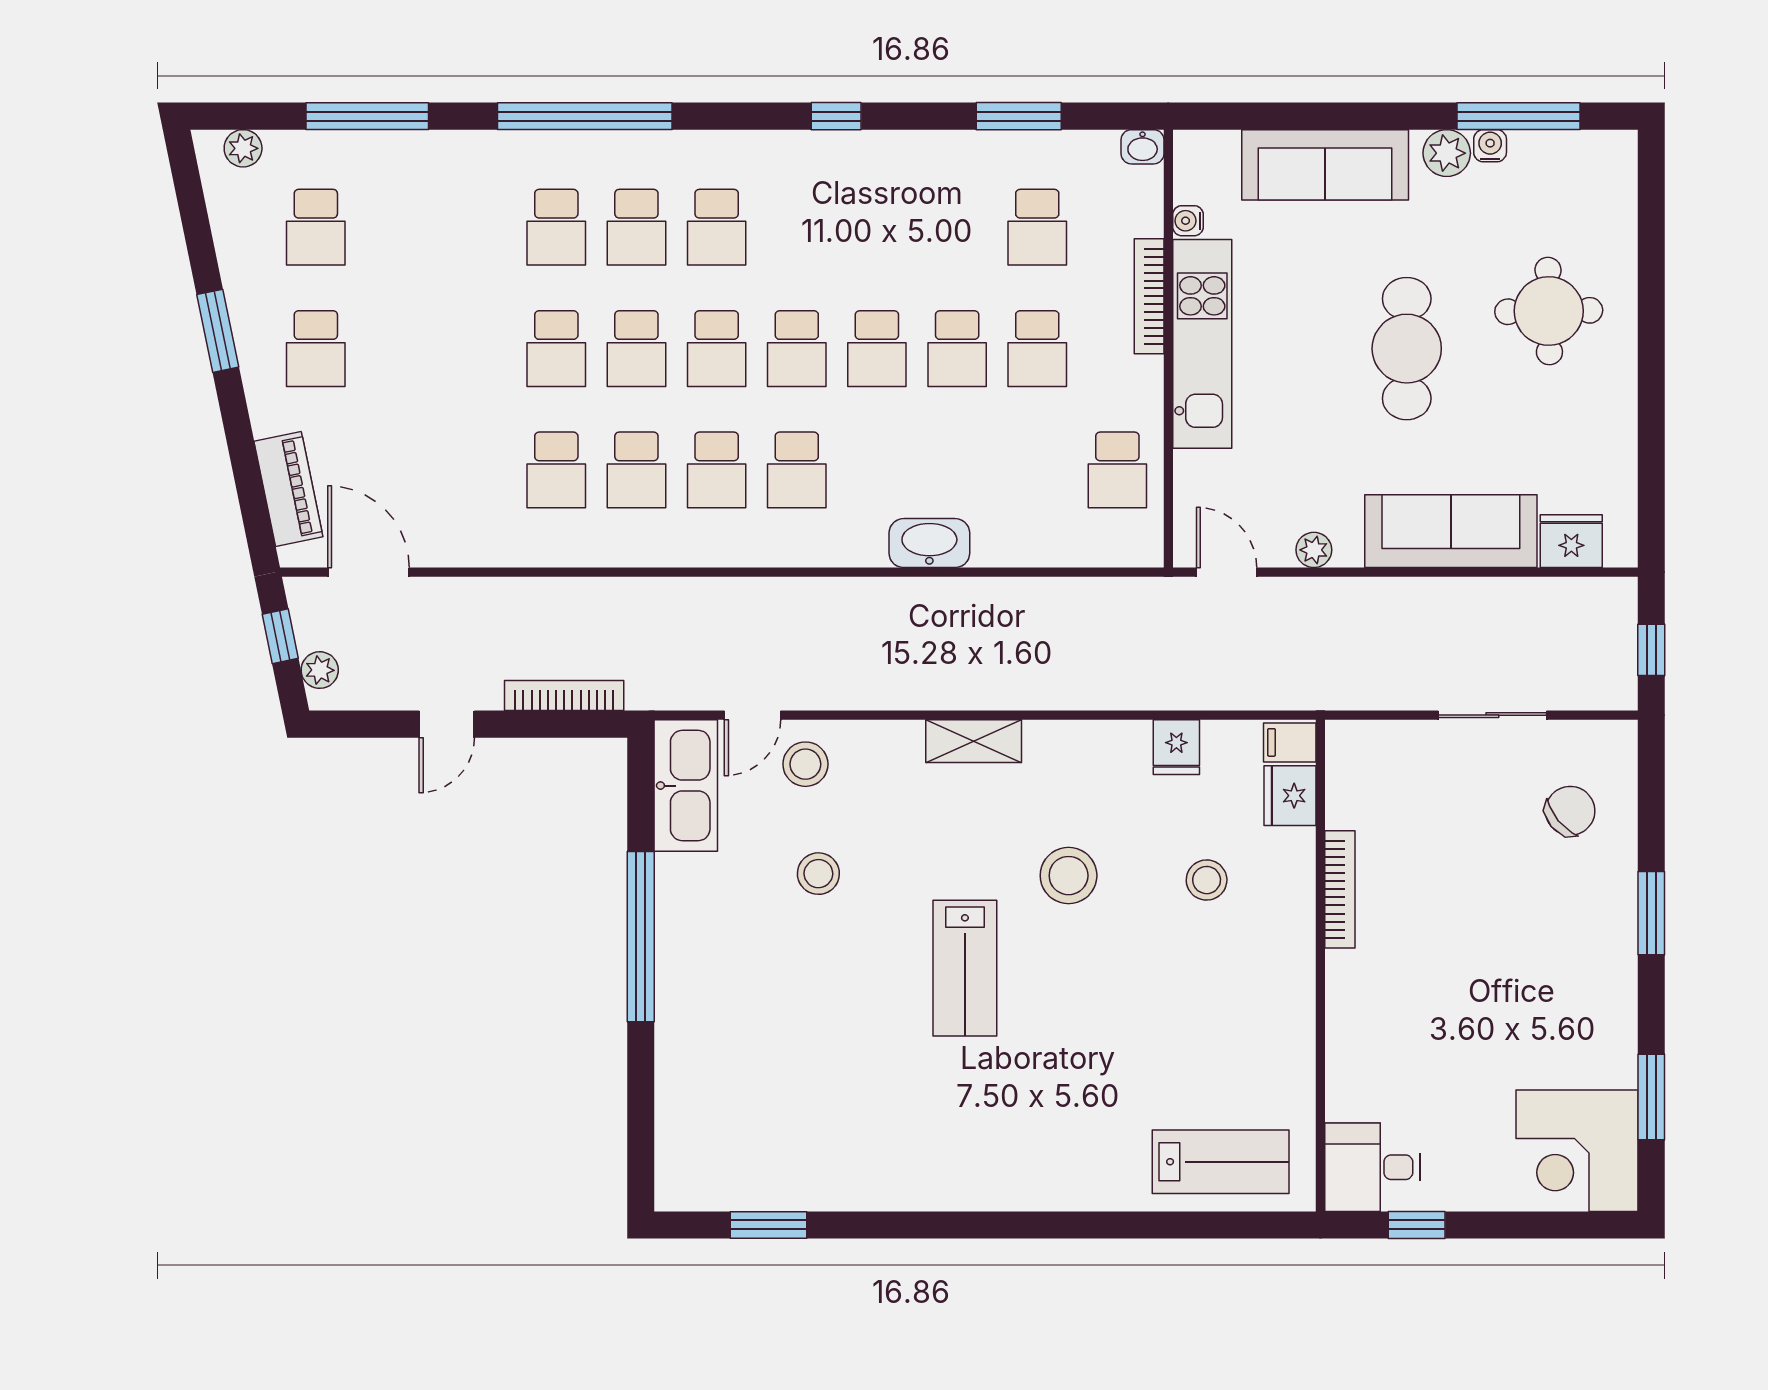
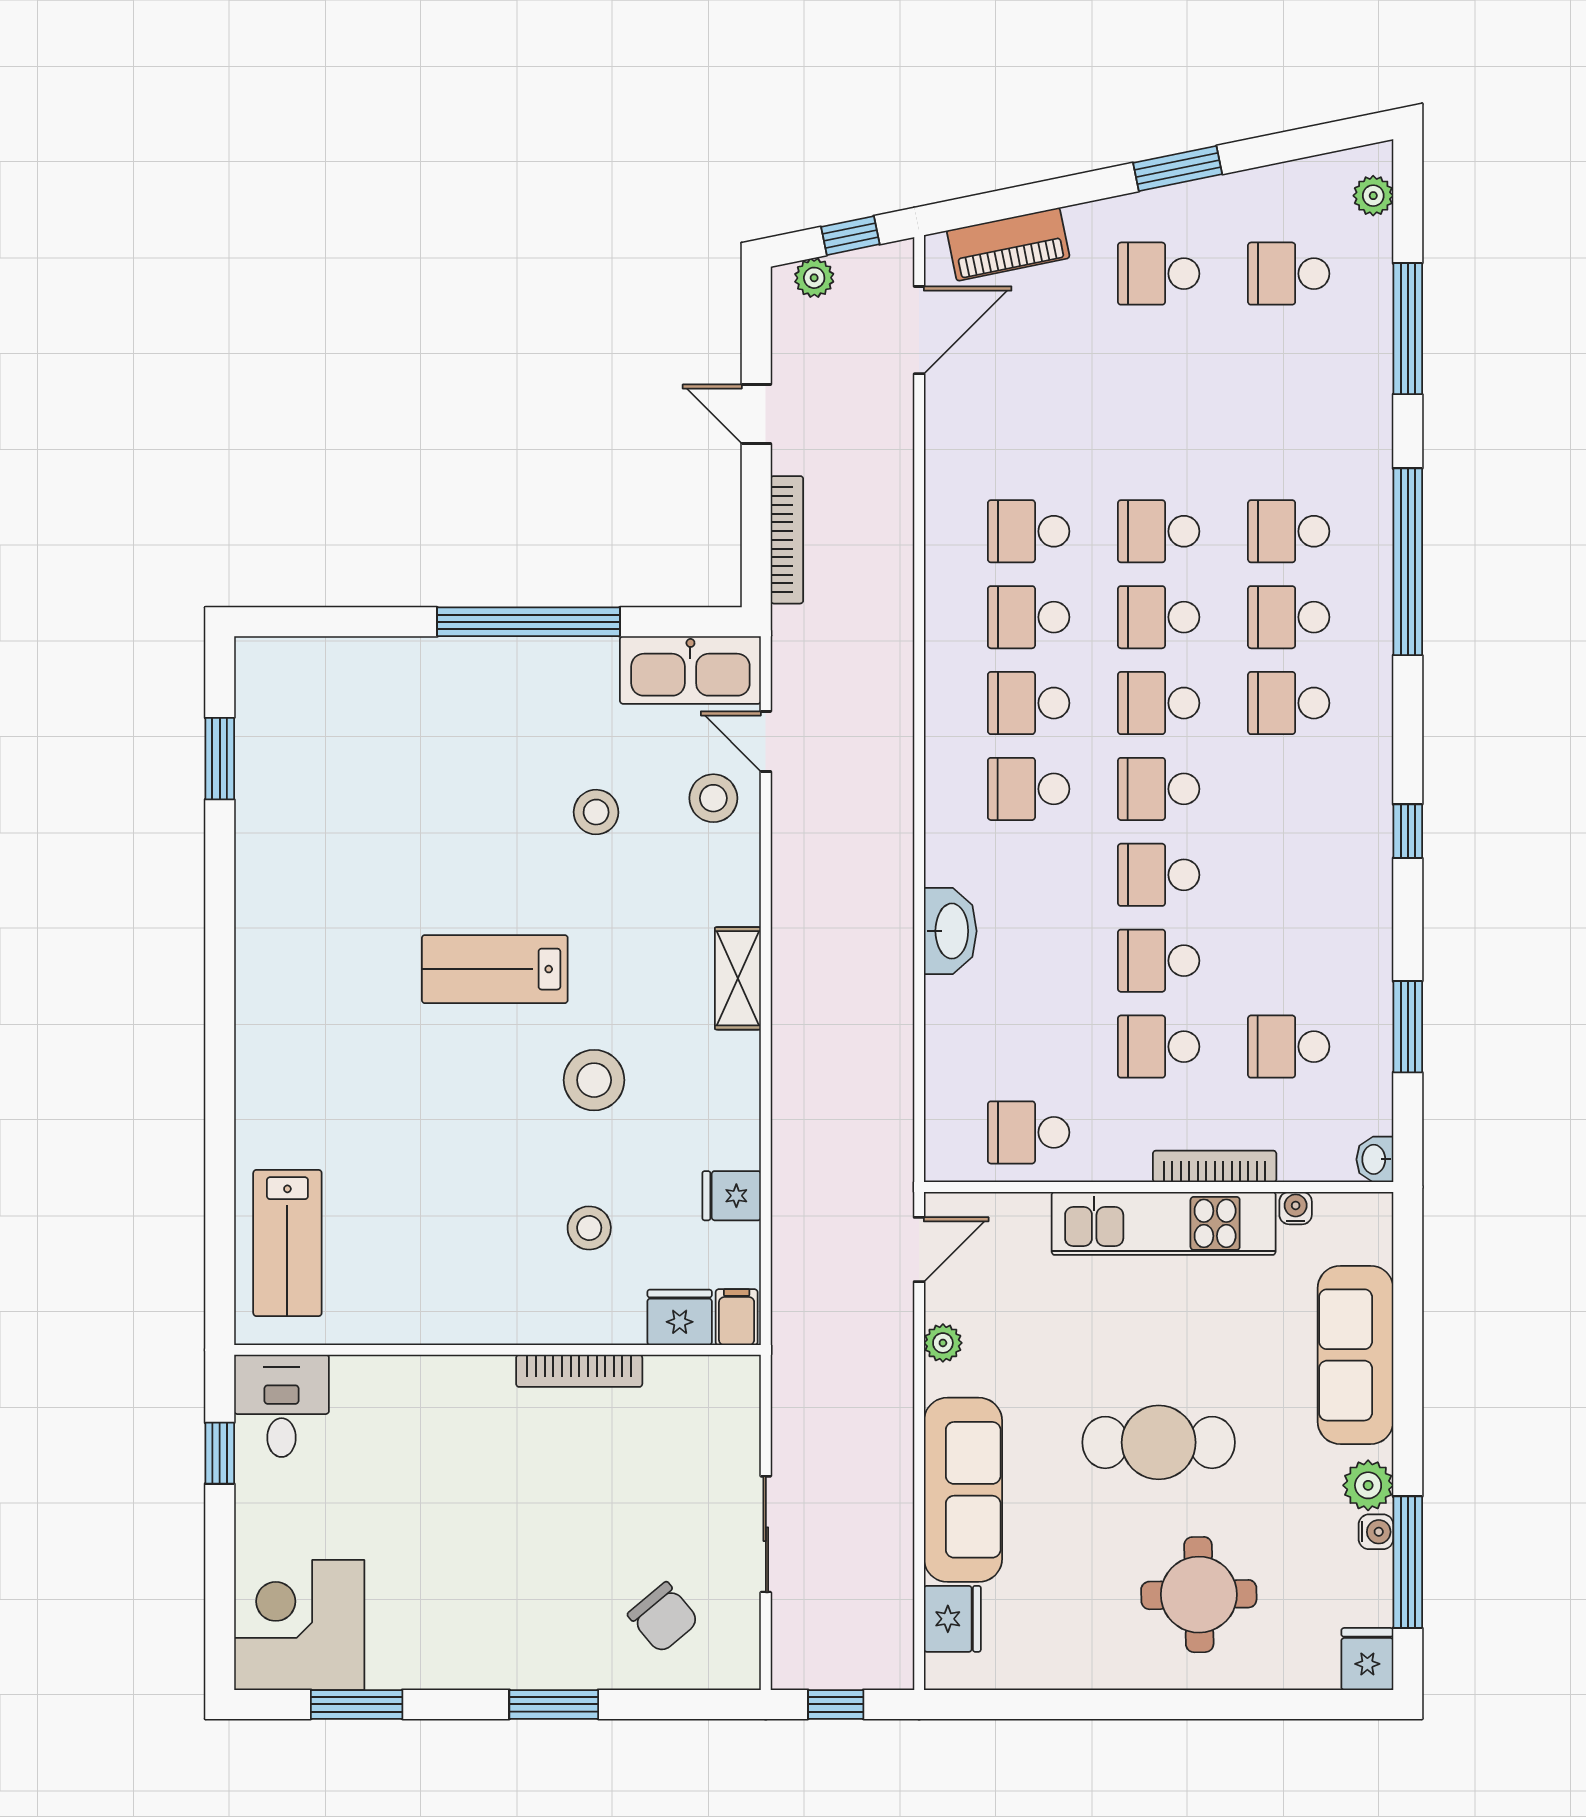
fridge: (1609, 154) -> (1367, 1659), added

